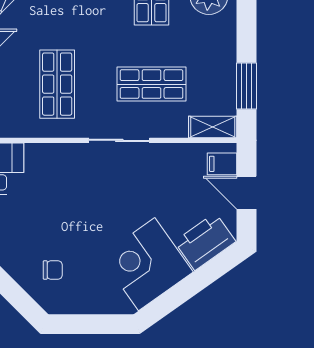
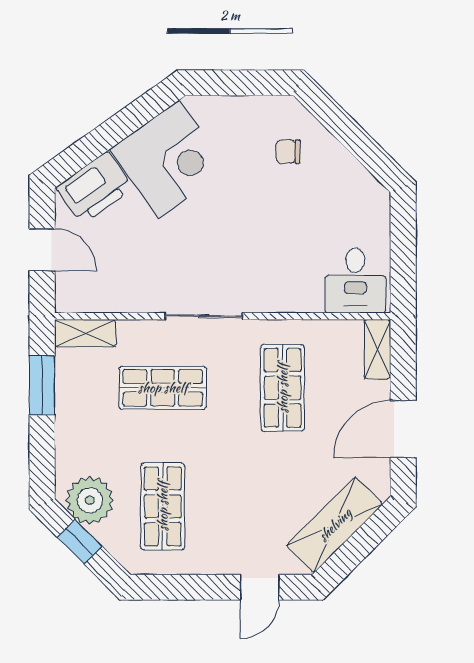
filing cabinet: (222, 164) -> (73, 287), removed

